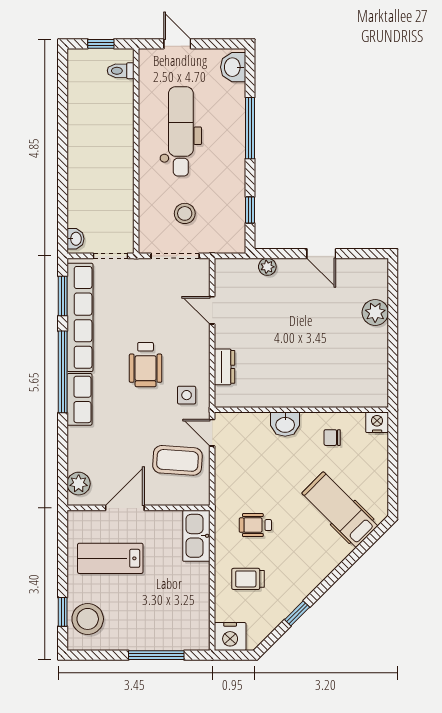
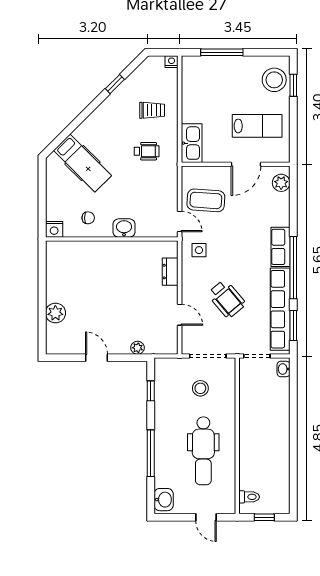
wheelchair: (146, 365) -> (227, 299), moved, turned 140
nightstand: (230, 637) -> (172, 62), width x0.53, depth x0.56

